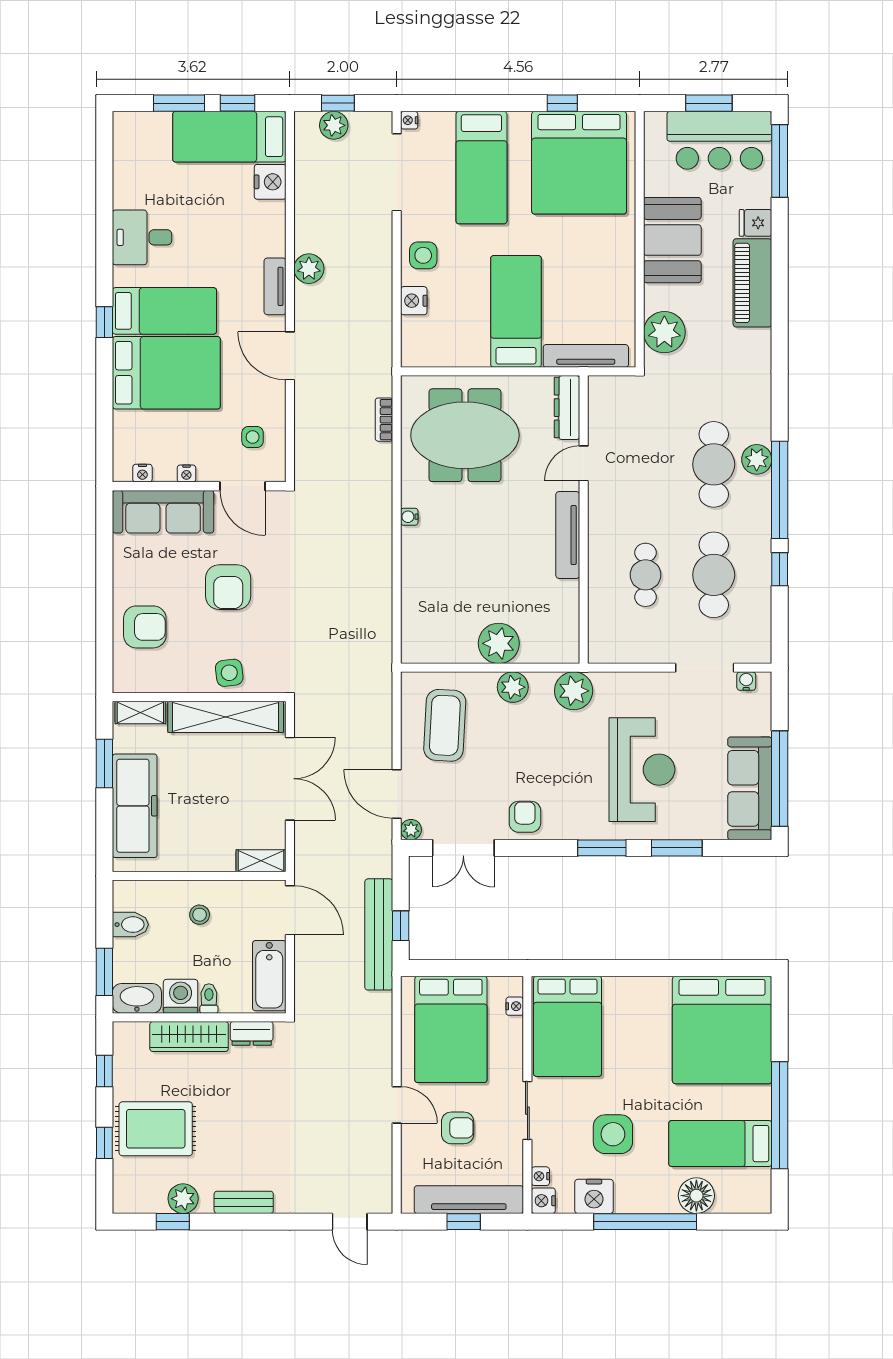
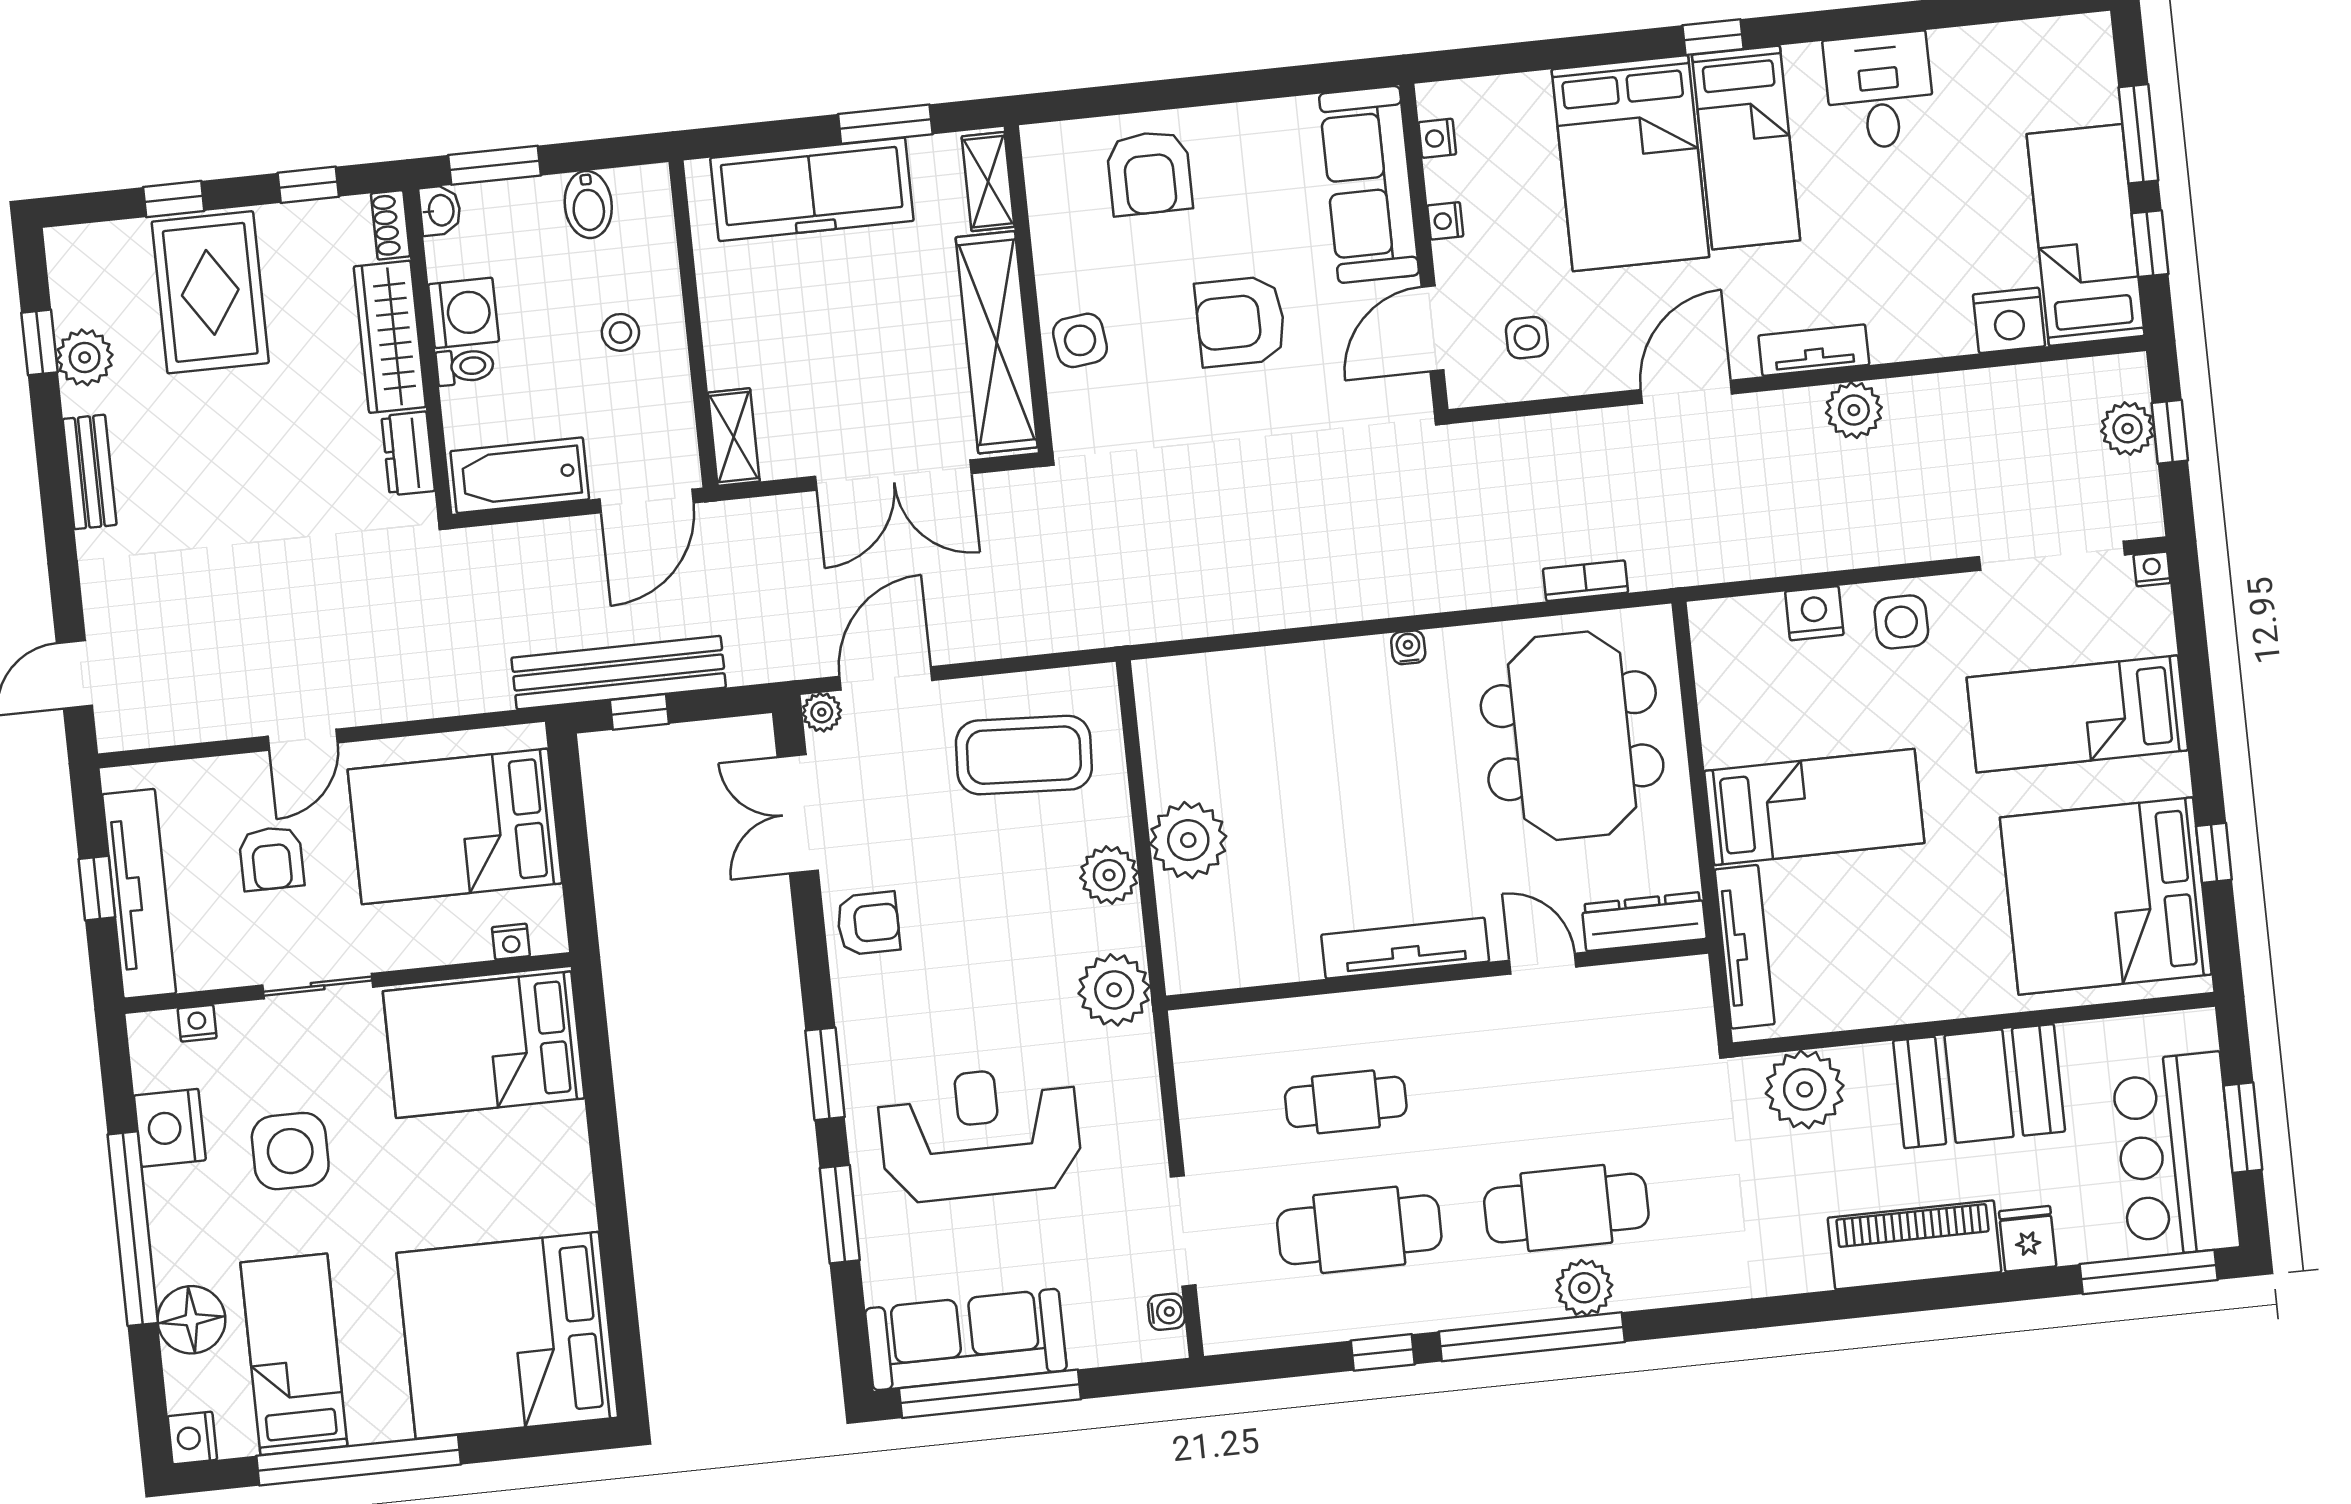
reception desk: (642, 770) -> (980, 1134), turned 180
washbasin: (137, 998) -> (440, 210), width x0.52, depth x0.69
shoe rack: (130, 1030) -> (390, 225), added
nightstand: (543, 1201) -> (192, 1438), moved, turned -90

